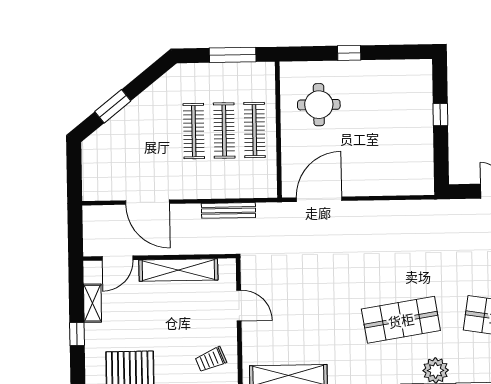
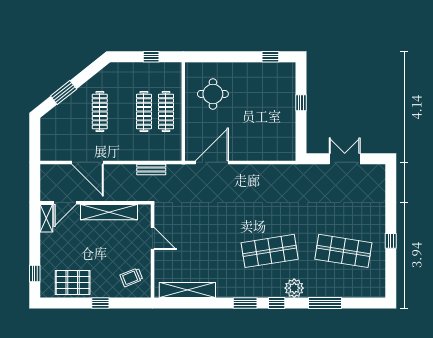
window: (349, 53) -> (270, 57), moved
window: (233, 55) -> (151, 57), width x0.46
clothes rail: (194, 131) -> (100, 112), moved
bench: (228, 210) -> (151, 170), width x0.73
shelving: (92, 303) -> (46, 218), moved
window: (77, 334) -> (35, 273), moved

